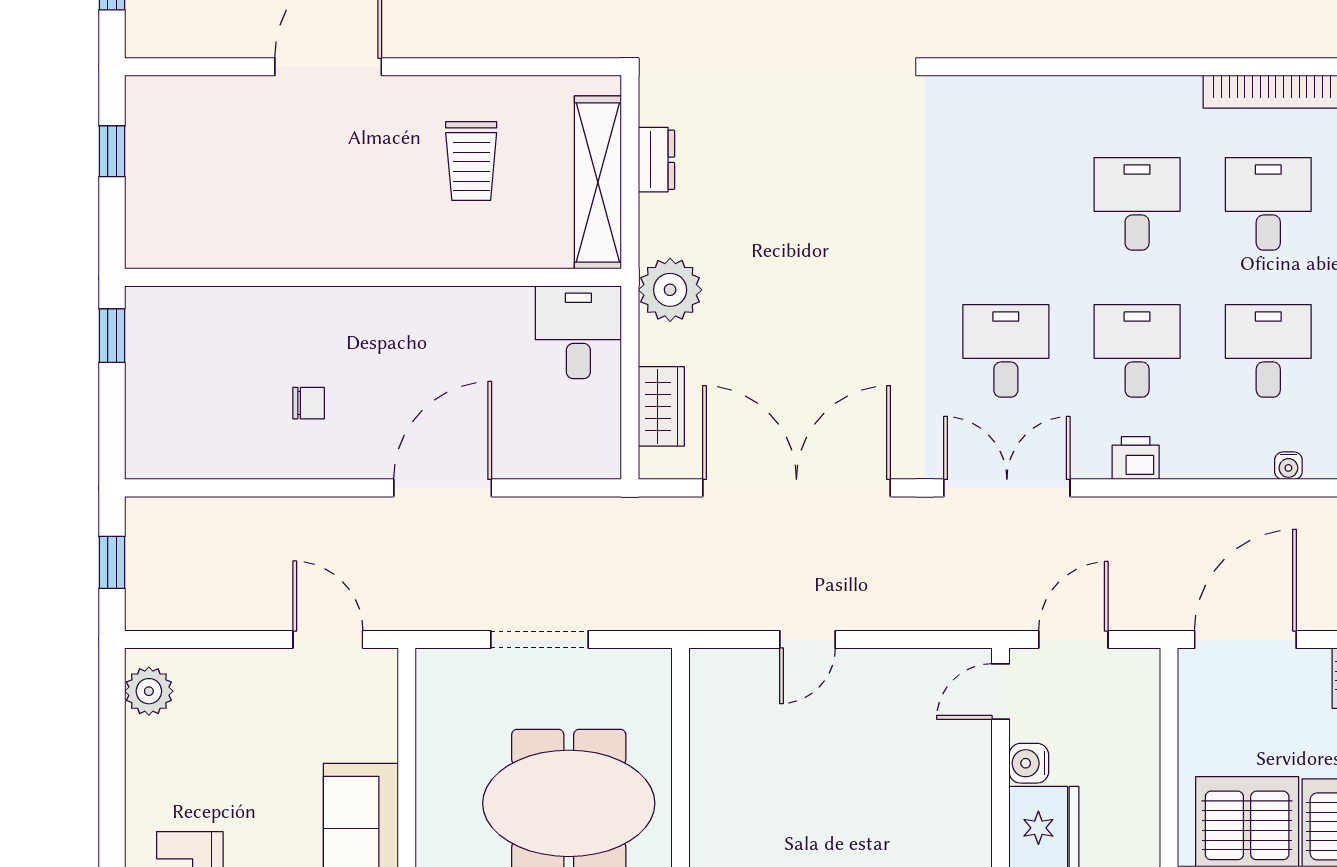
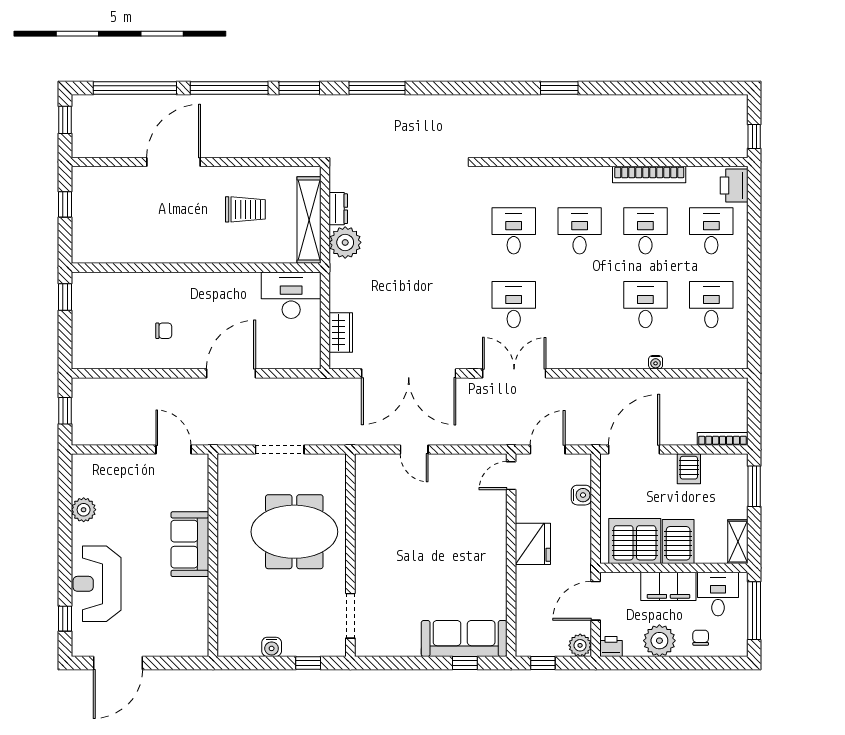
trolley: (471, 161) -> (245, 209), turned -90
plant: (670, 290) -> (345, 242), moved
desk: (578, 332) -> (291, 295), width x1.37
desk: (1137, 351) -> (514, 231), moved
printer: (1136, 458) -> (579, 358), removed
double door: (796, 488) -> (409, 373), swing flipped
door: (807, 640) -> (414, 449), hinge flipped
plant: (149, 691) -> (84, 510), moved
water cooler: (1029, 763) -> (581, 495), moved, turned 180

